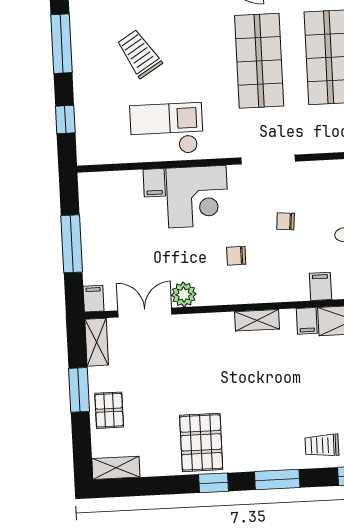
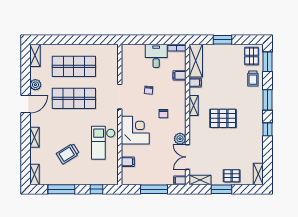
filing cabinet: (154, 183) -> (128, 162), moved
pallet: (201, 442) -> (223, 118), moved

